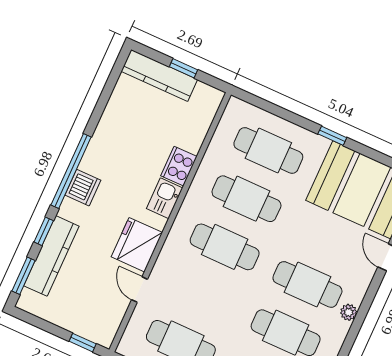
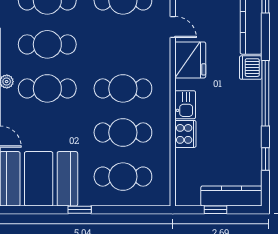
dishwasher: (83, 188) -> (251, 68), moved
window: (44, 231) -> (265, 159), moved

